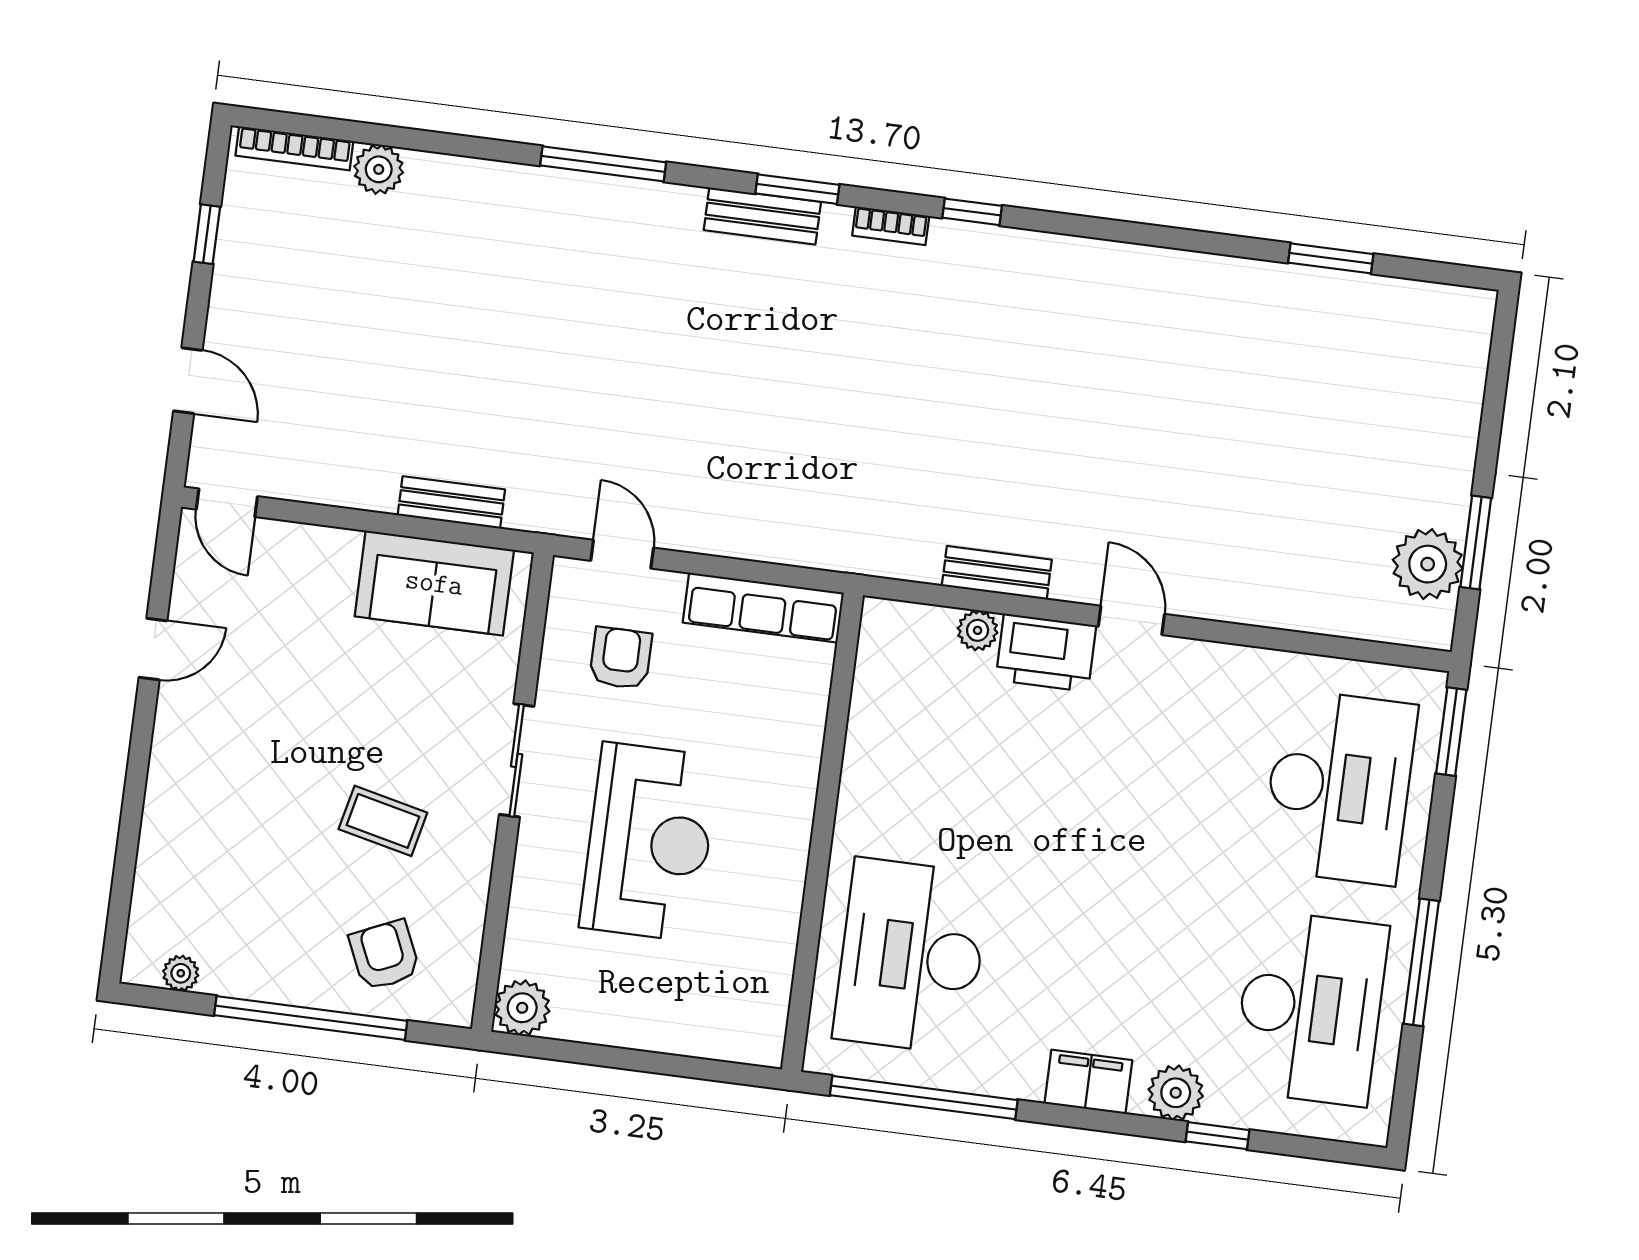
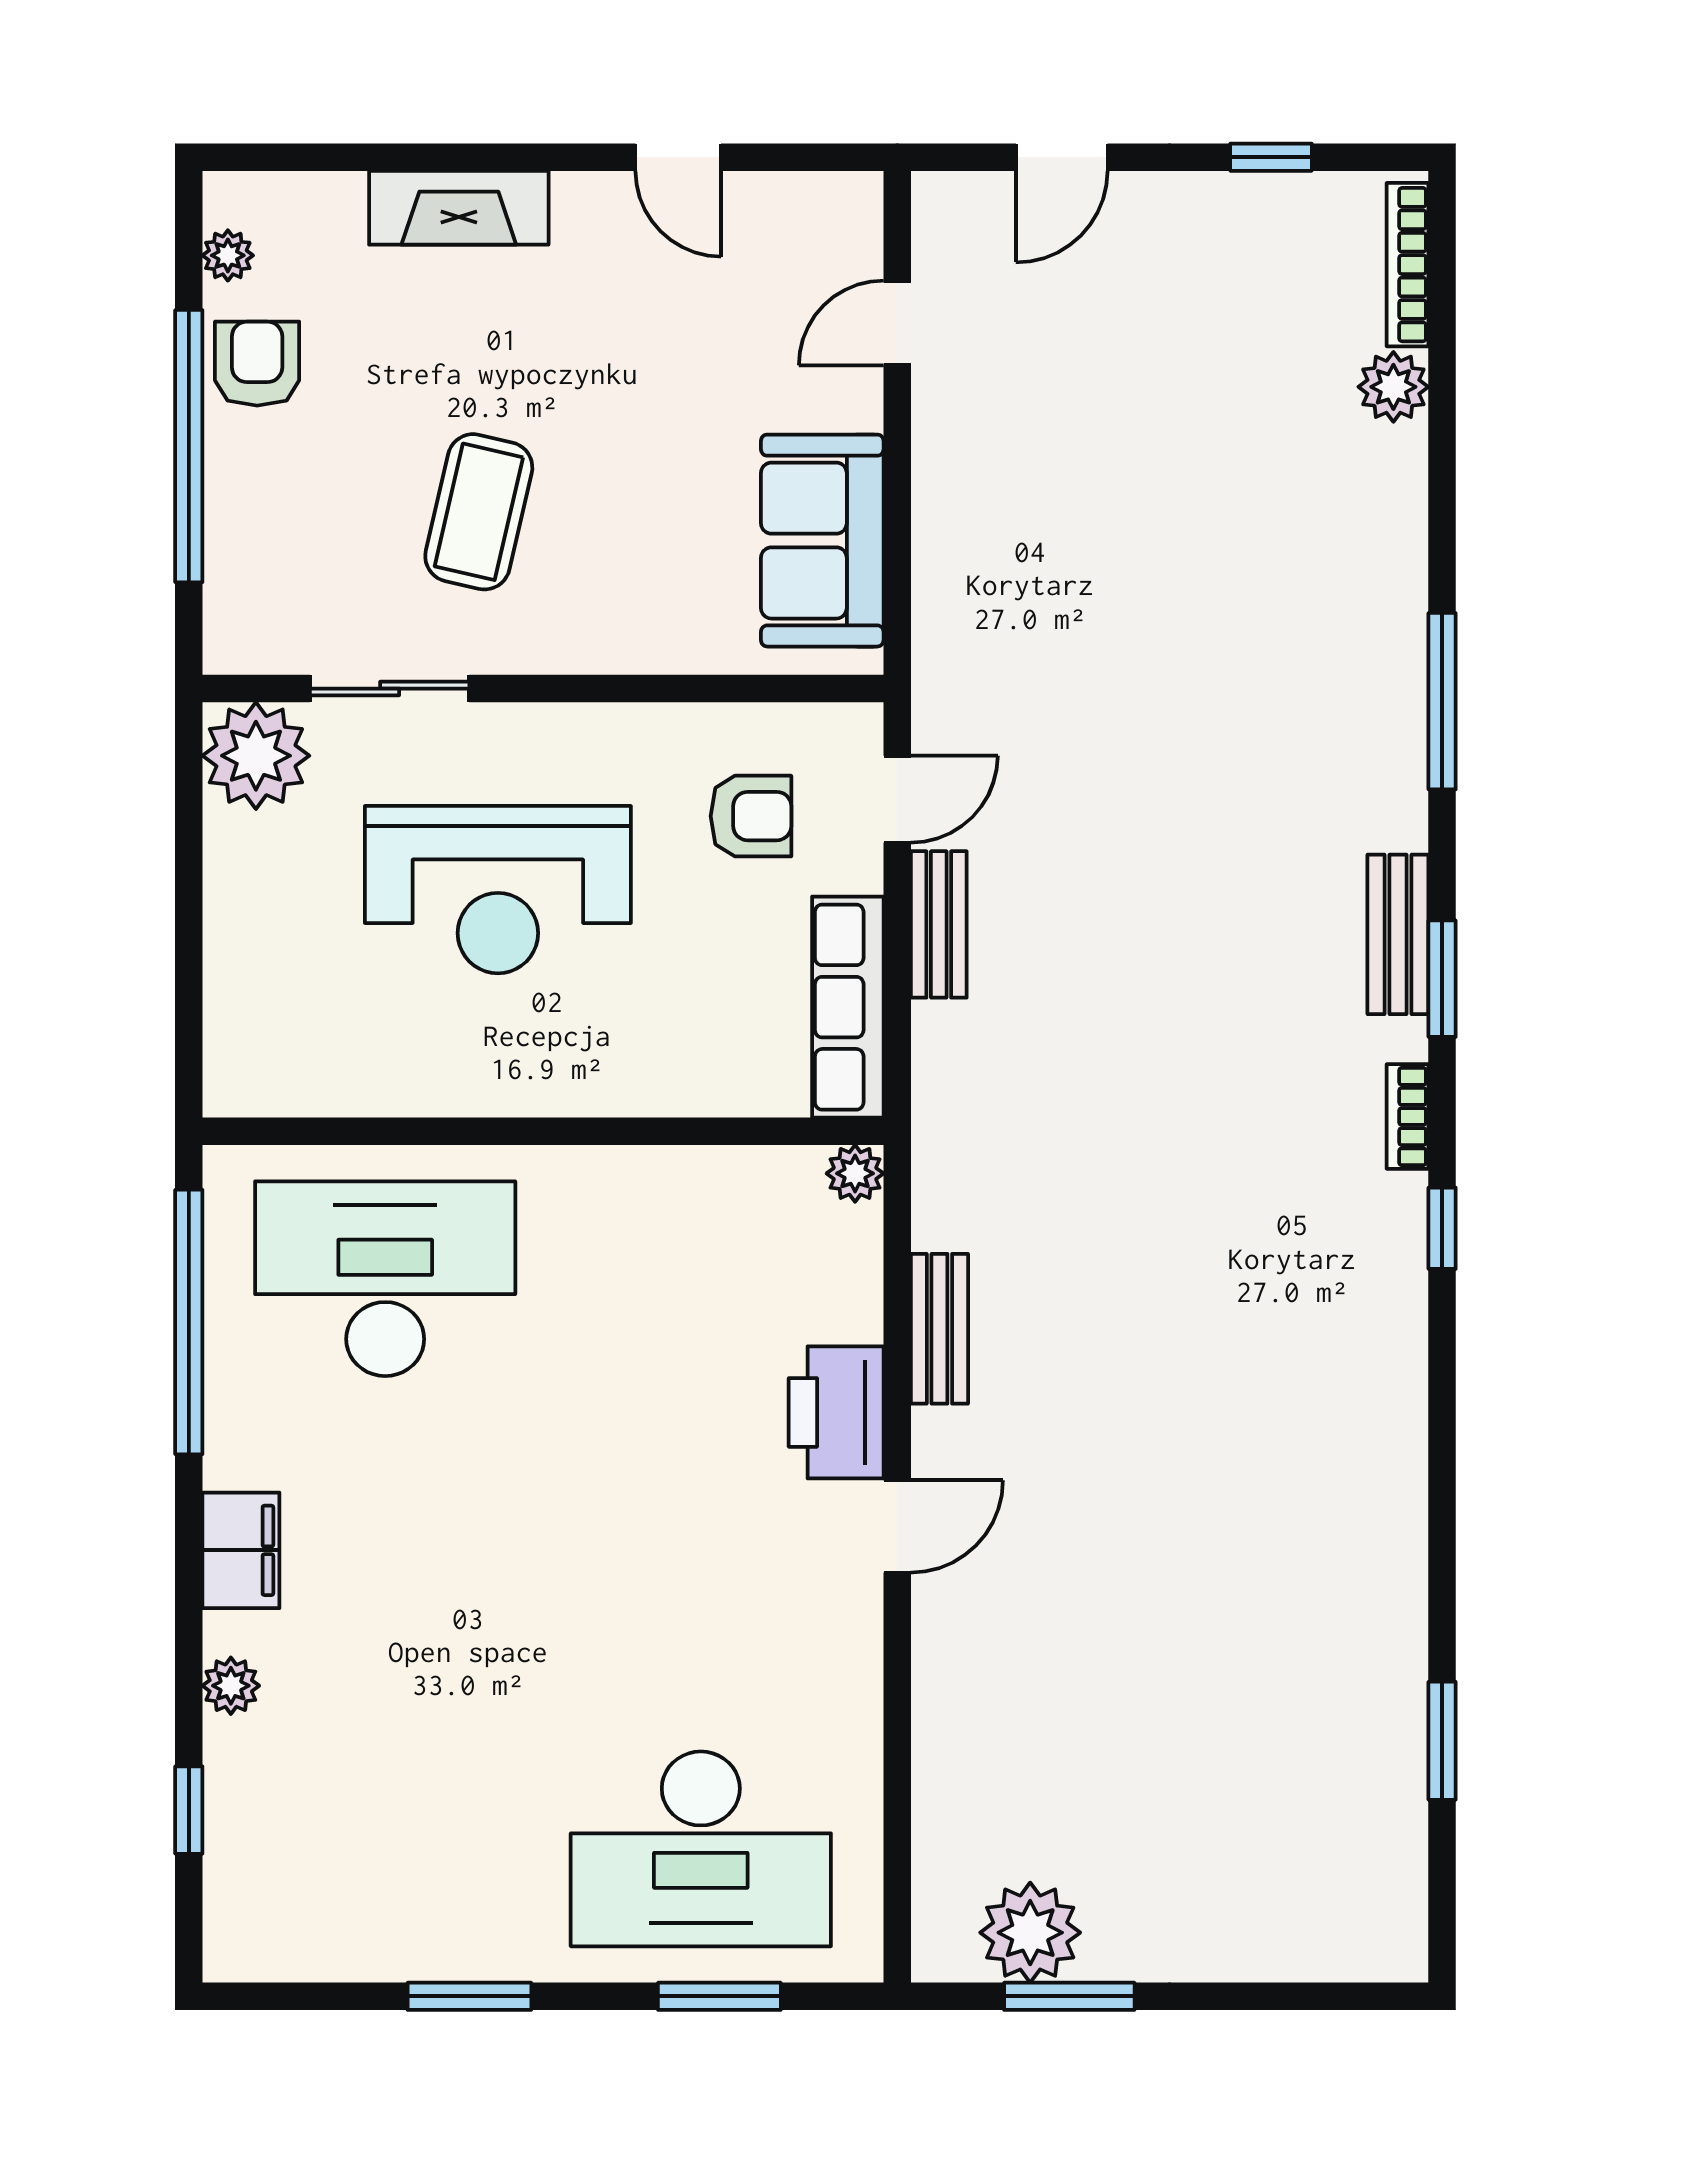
bench: (451, 502) -> (939, 924), moved
door: (227, 503) -> (897, 323), moved
plant: (978, 630) -> (855, 1173), moved
window: (1451, 732) -> (719, 1996), moved
sliding door: (517, 760) -> (390, 689), moved
fireplace: (168, 807) -> (459, 208), added
coffee table: (383, 821) -> (479, 512), width x1.36, depth x1.30
armchair: (384, 955) -> (257, 364), moved, turned -66
window: (1421, 962) -> (469, 1996), width x0.69
plant: (522, 1008) -> (256, 756), width x1.36, depth x1.36
desk: (1310, 1008) -> (385, 1849), removed
plant: (1176, 1093) -> (231, 1686), width x0.73, depth x0.73
window: (1217, 1136) -> (189, 1810), moved

